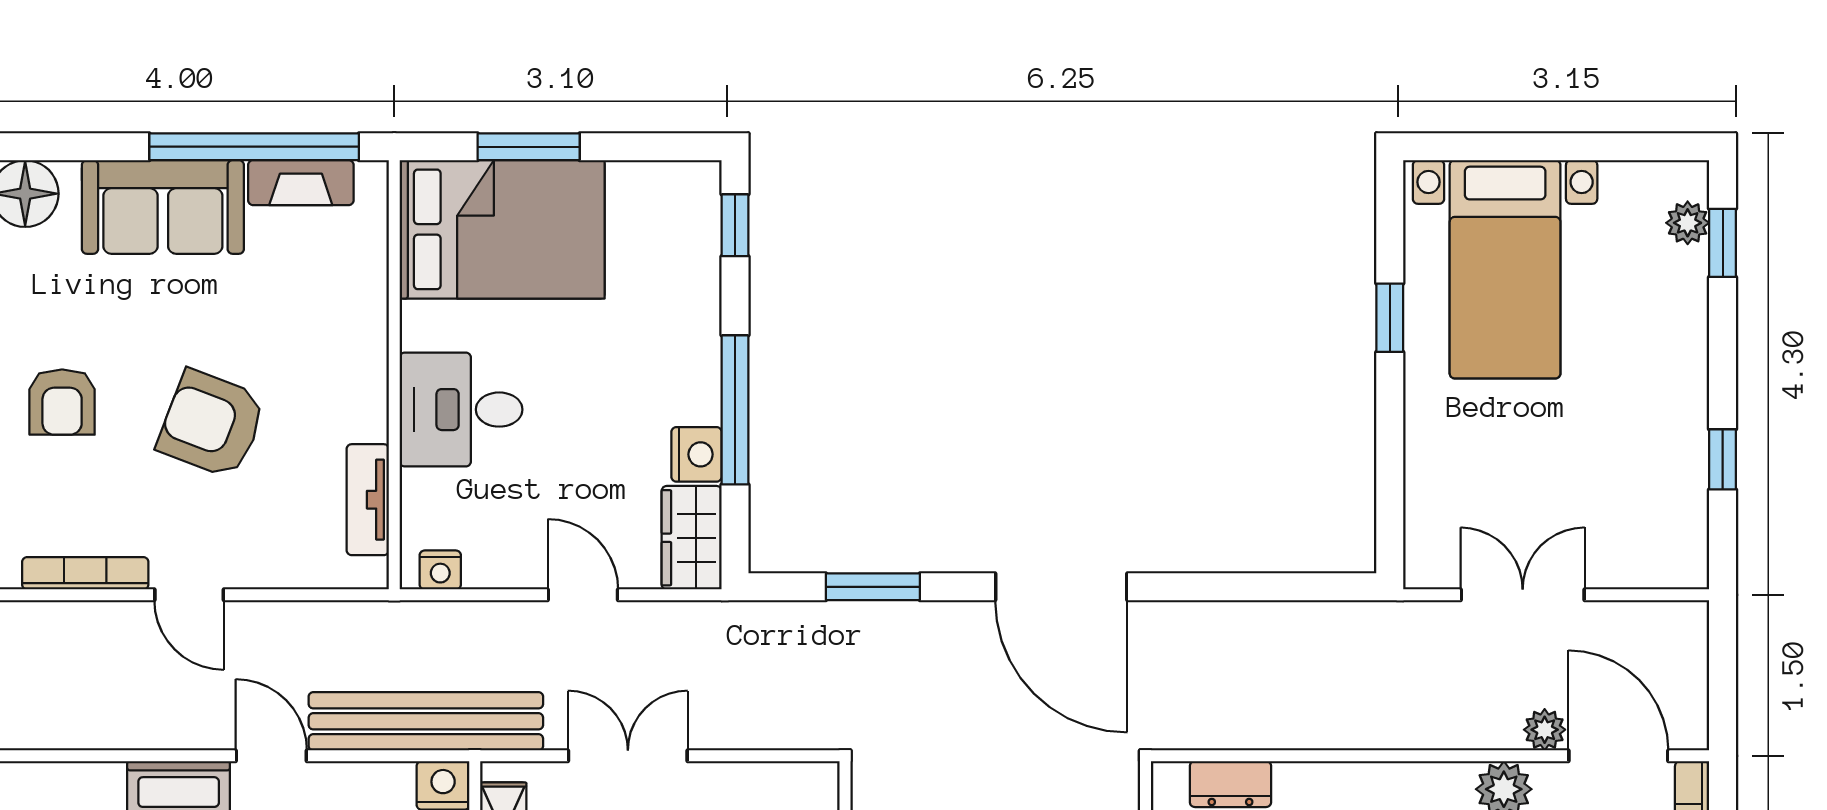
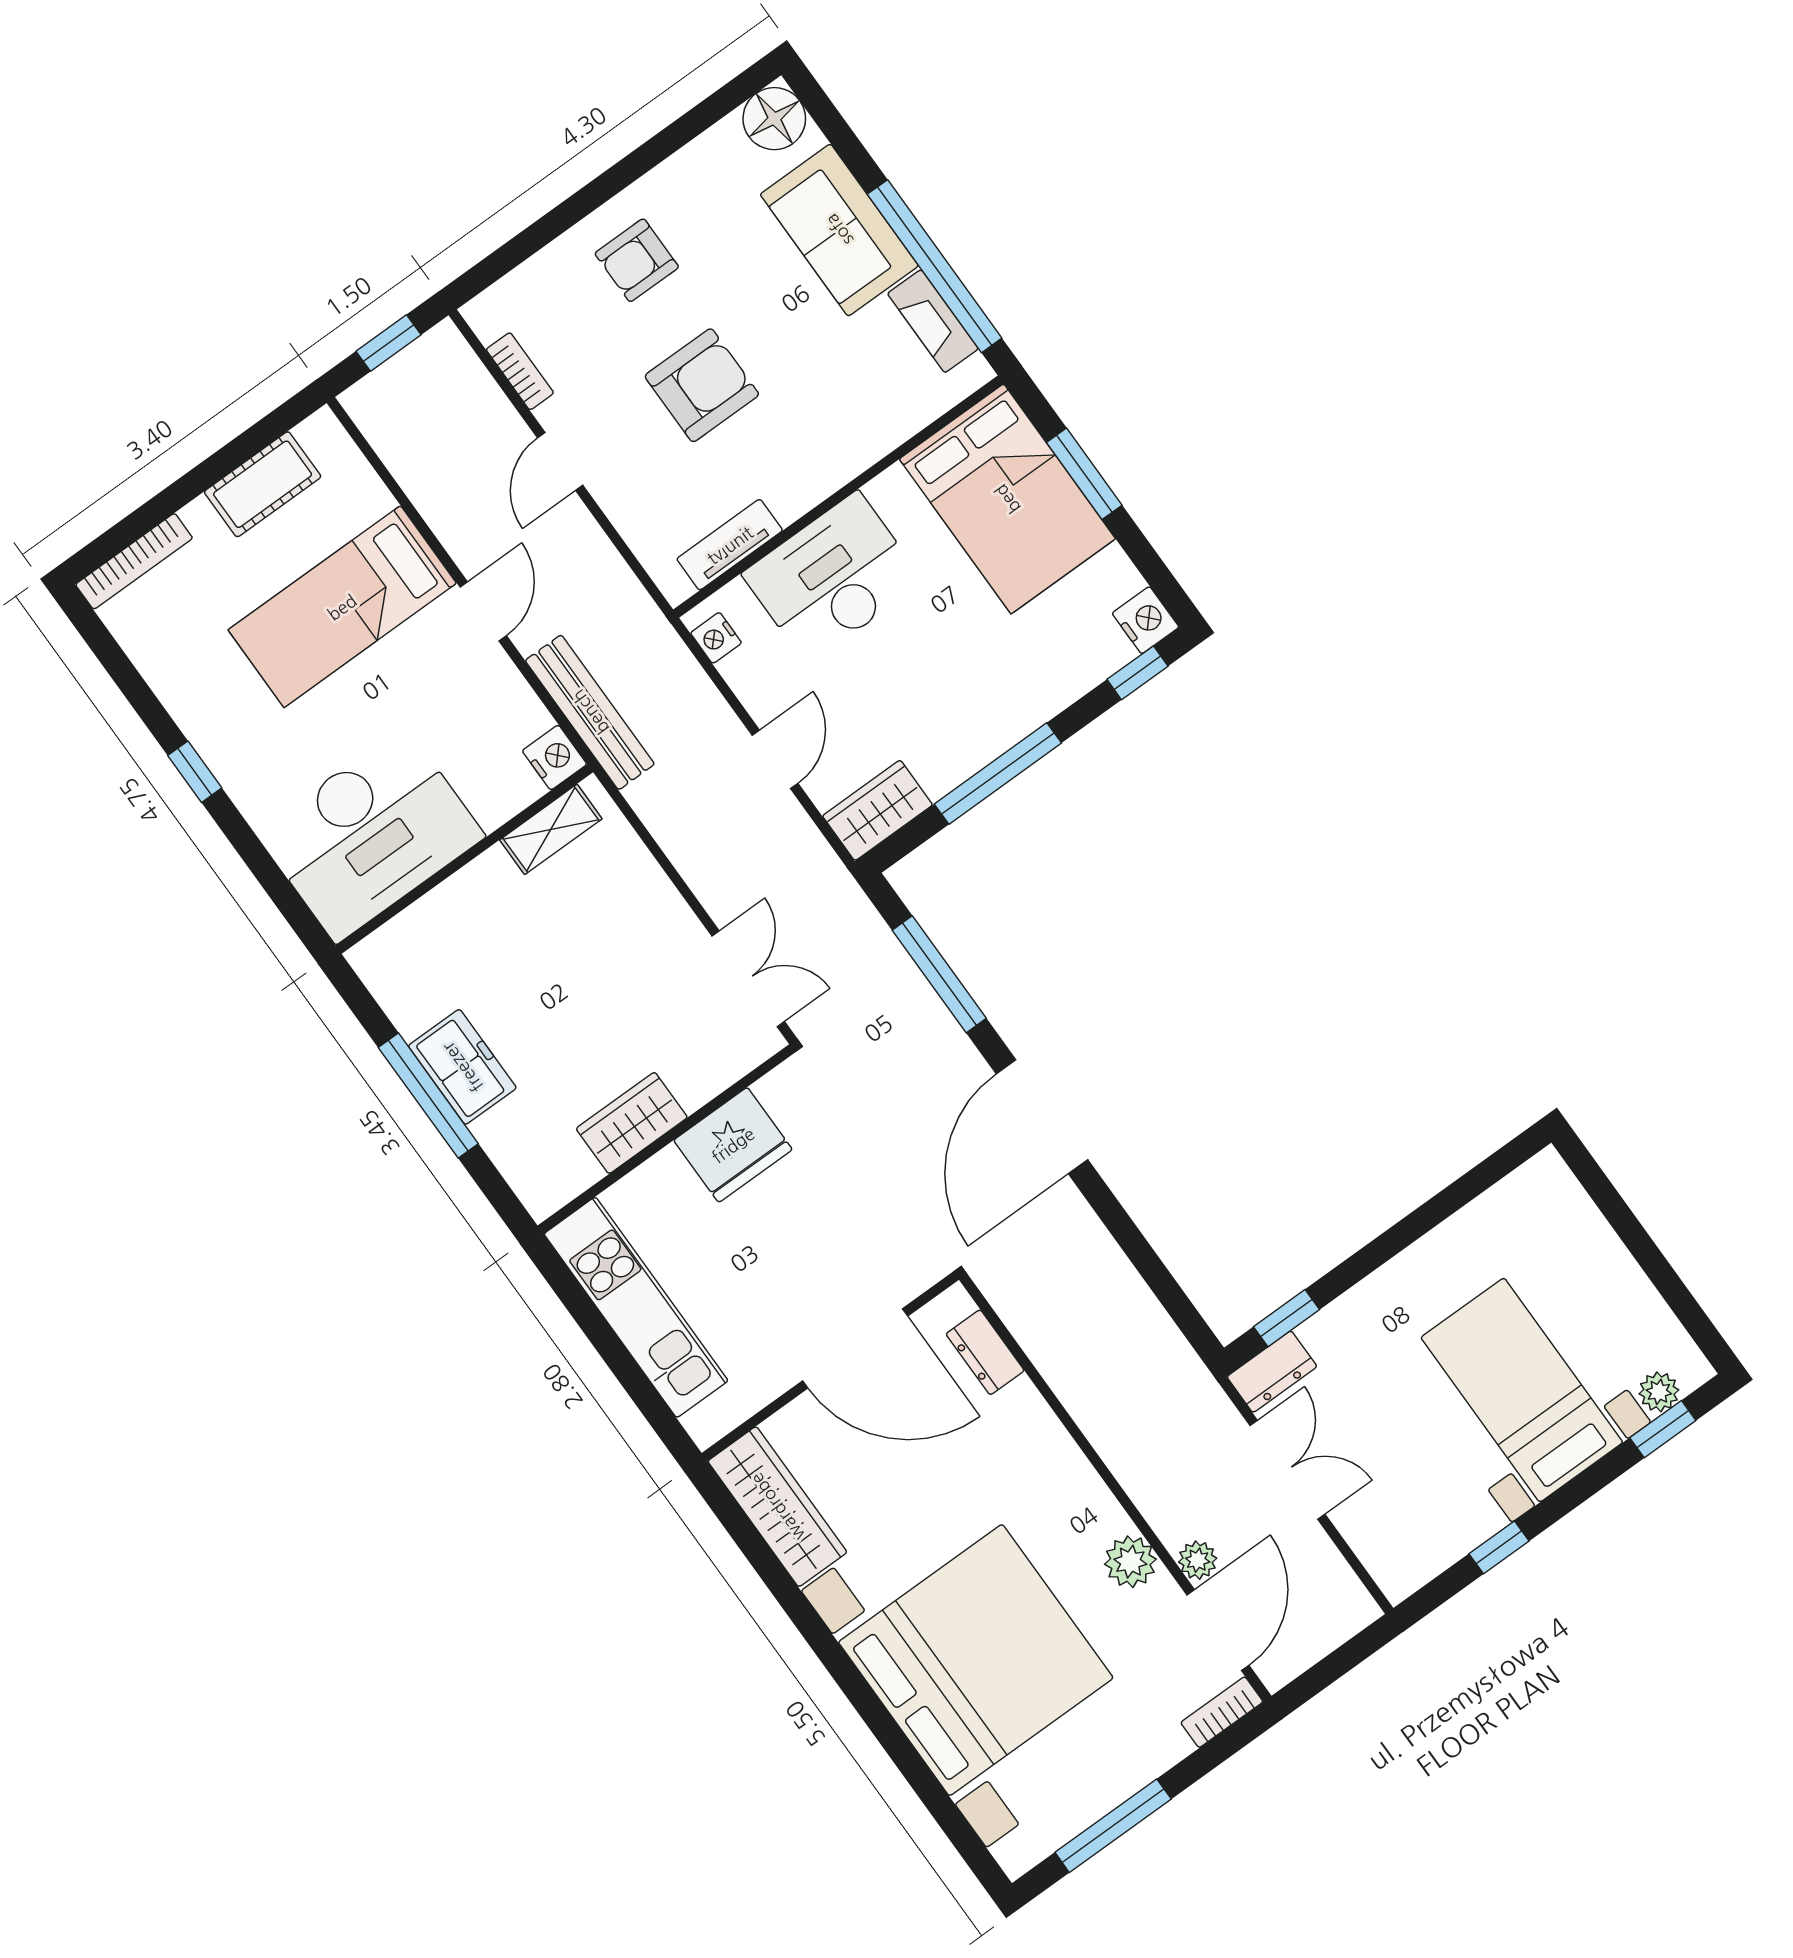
bed with nightstands: (1505, 269) -> (1522, 1390), moved, turned 90
window: (1390, 318) -> (1286, 1318), moved
desk: (461, 410) -> (833, 578), width x1.37
armchair: (212, 424) -> (702, 385), turned 69
nightstand: (697, 454) -> (1146, 620), moved, turned -90
dresser: (1427, 547) -> (1272, 1372), added
bookcase: (85, 573) -> (520, 371), width x0.64
window: (873, 587) -> (939, 974), width x1.44
bench: (426, 721) -> (590, 712), width x0.73, depth x0.82
double door: (628, 756) -> (748, 979), moved

